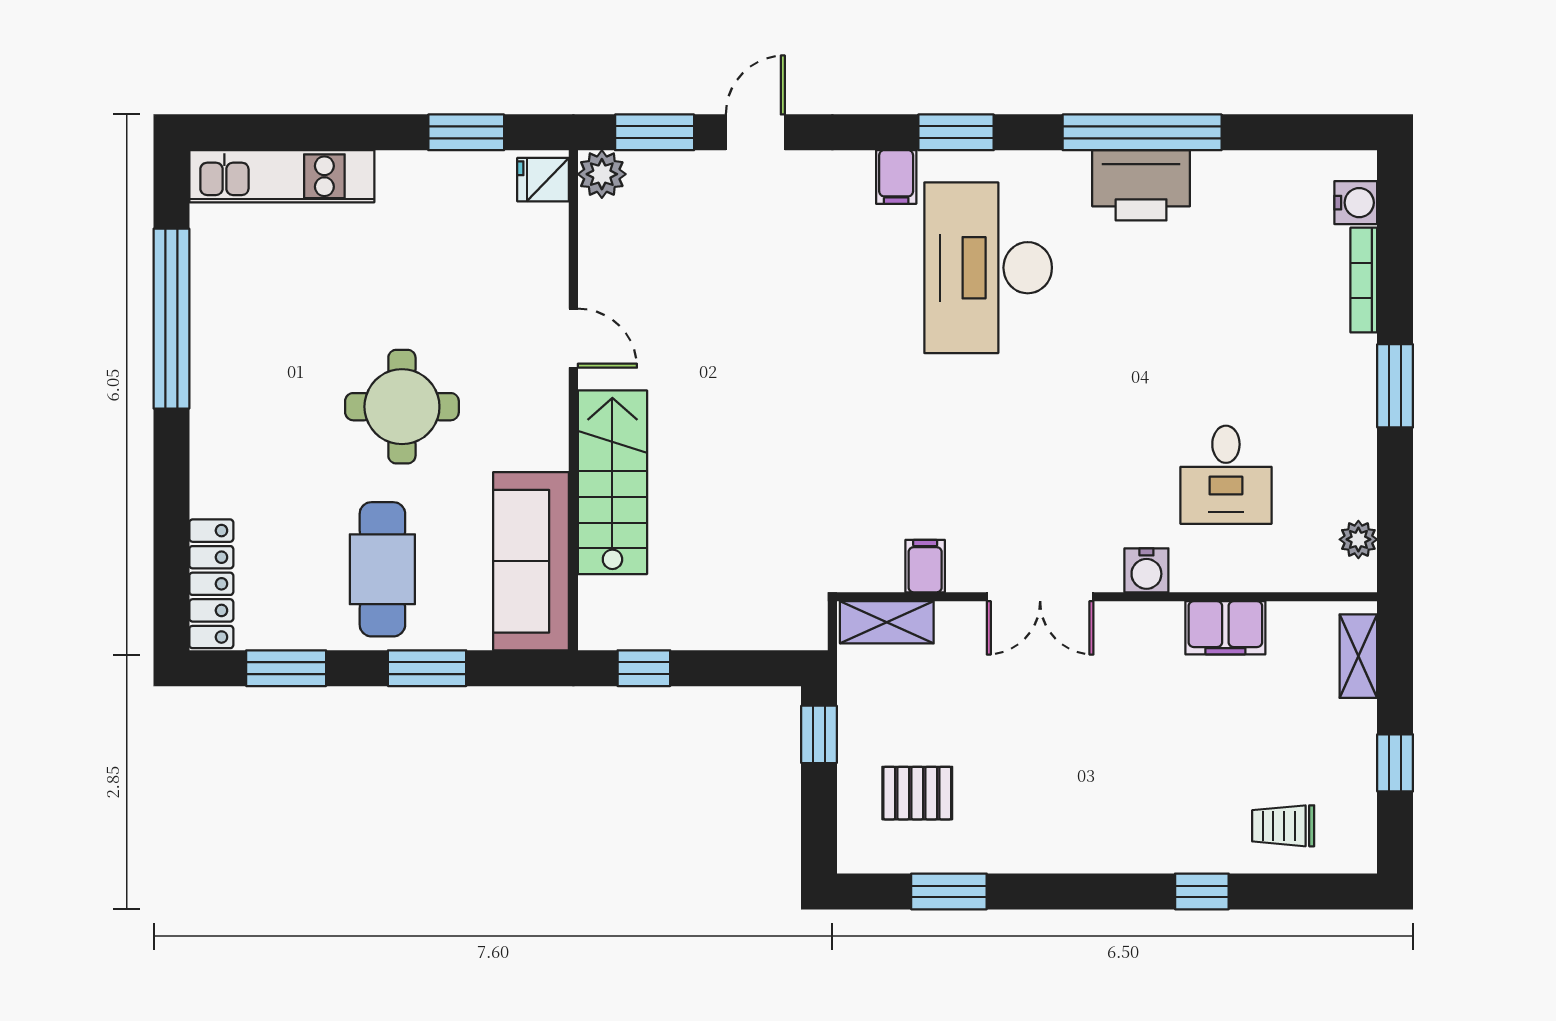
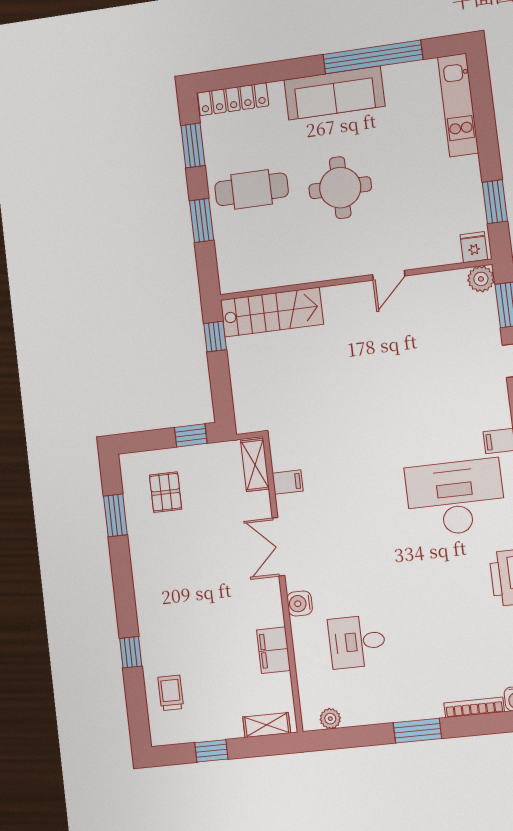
stairs: (612, 482) -> (272, 312), moved
sofa: (531, 561) -> (334, 93), moved, turned 180

